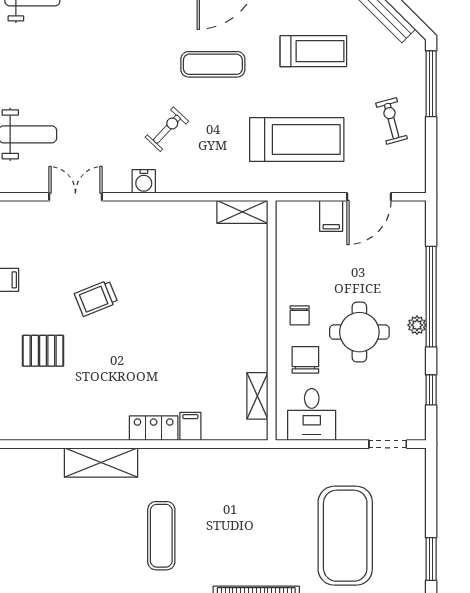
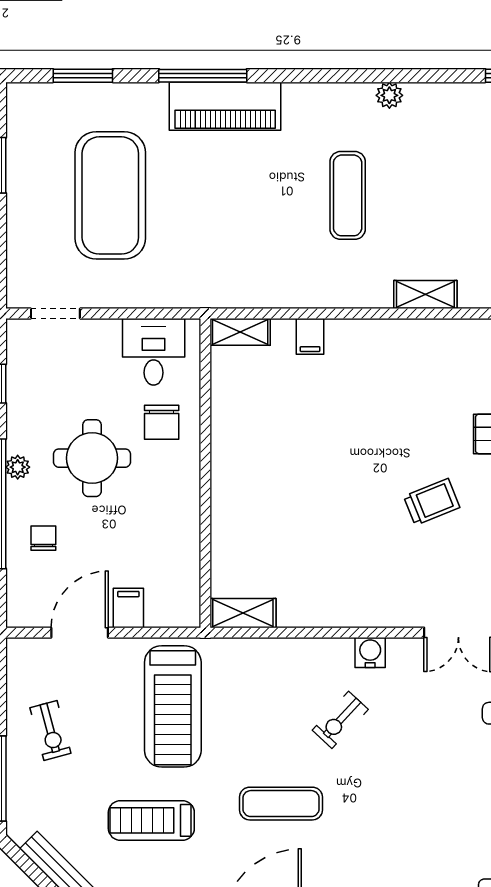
treadmill: (297, 140) -> (173, 706), turned -90
chair: (300, 315) -> (43, 538), moved
shelving: (257, 396) -> (240, 332), moved, turned 90
locker: (154, 428) -> (357, 334), removed
shelving: (101, 463) -> (425, 295), width x0.67, depth x0.75

